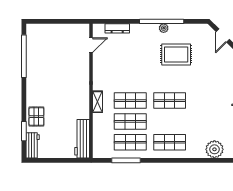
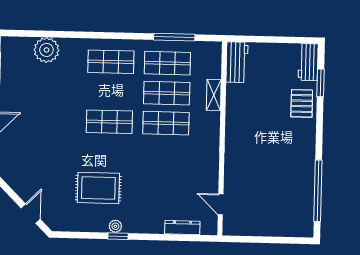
window: (162, 21) -> (118, 236), width x0.32
door: (91, 45) -> (221, 204), hinge flipped
shelving: (98, 102) -> (214, 95), moved
workbench: (82, 139) -> (237, 62), width x0.73

